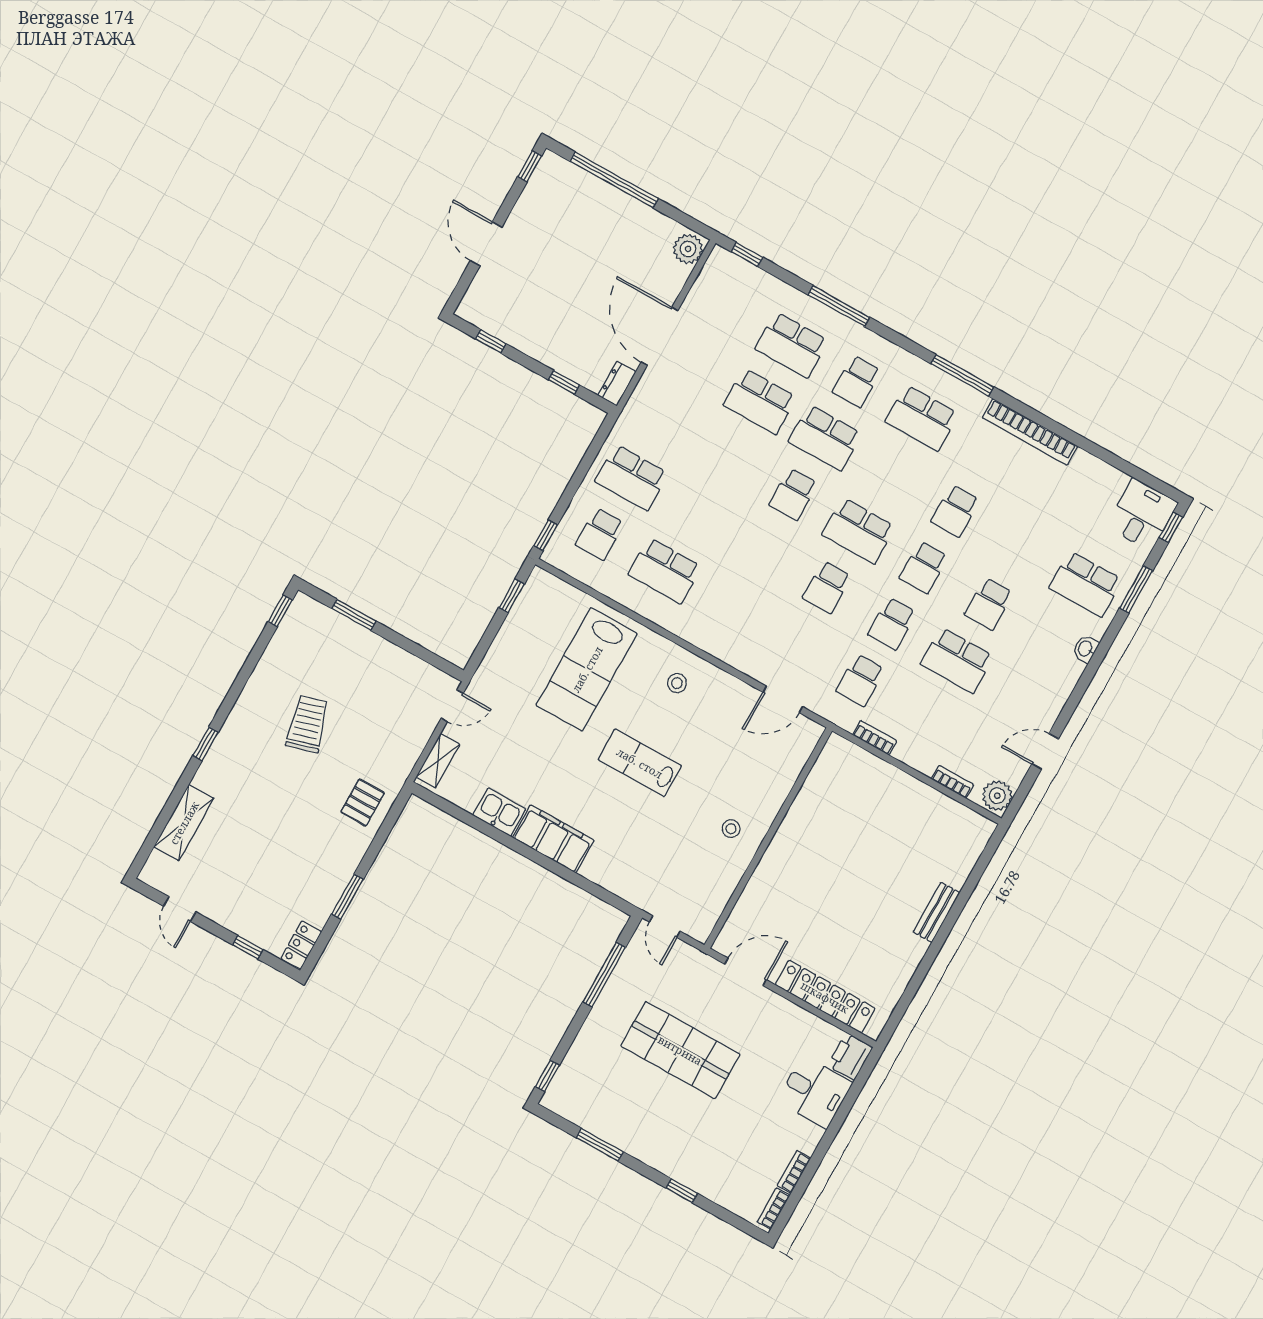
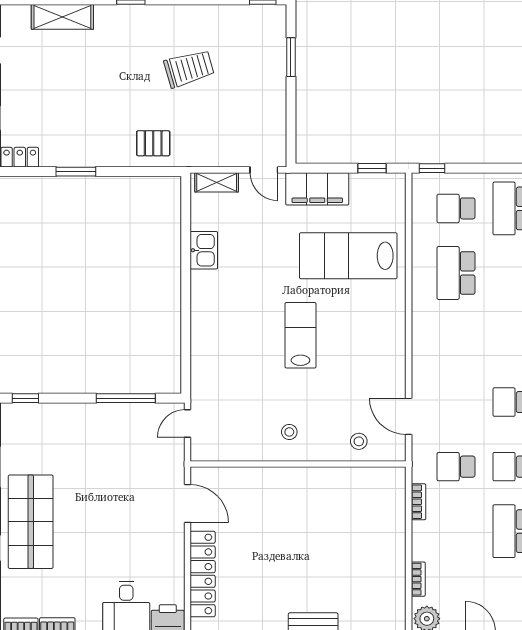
stool: (677, 683) -> (359, 441), moved
filing cabinet: (553, 839) -> (317, 189), moved, turned 90
shop shelf: (680, 1050) -> (31, 522), moved

